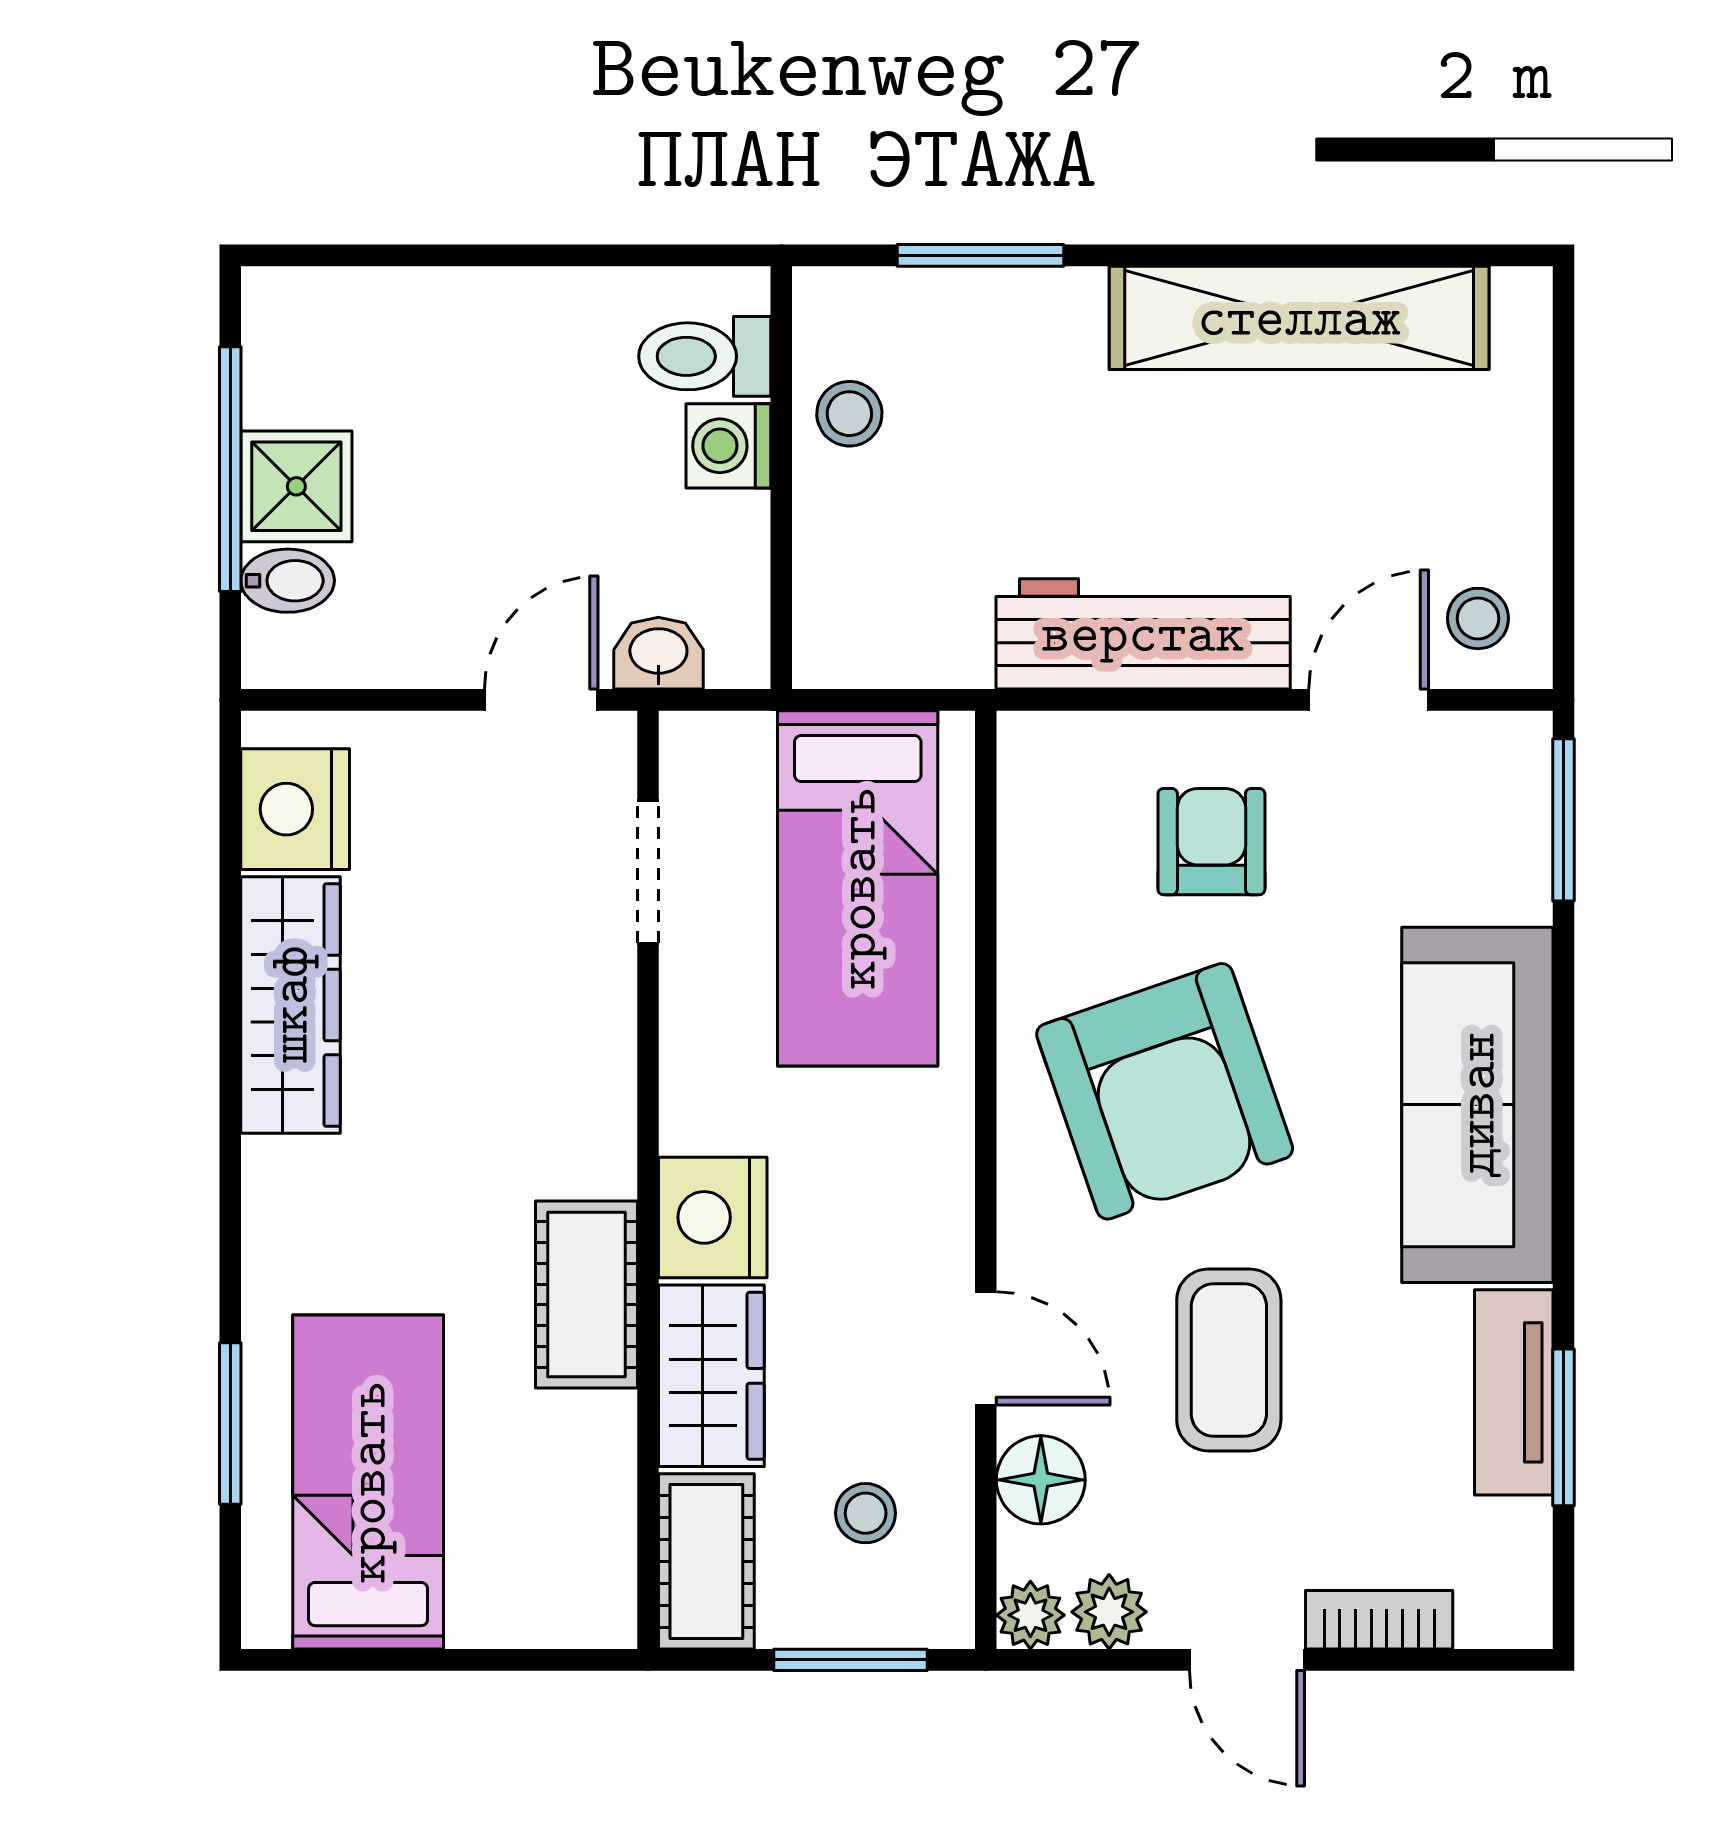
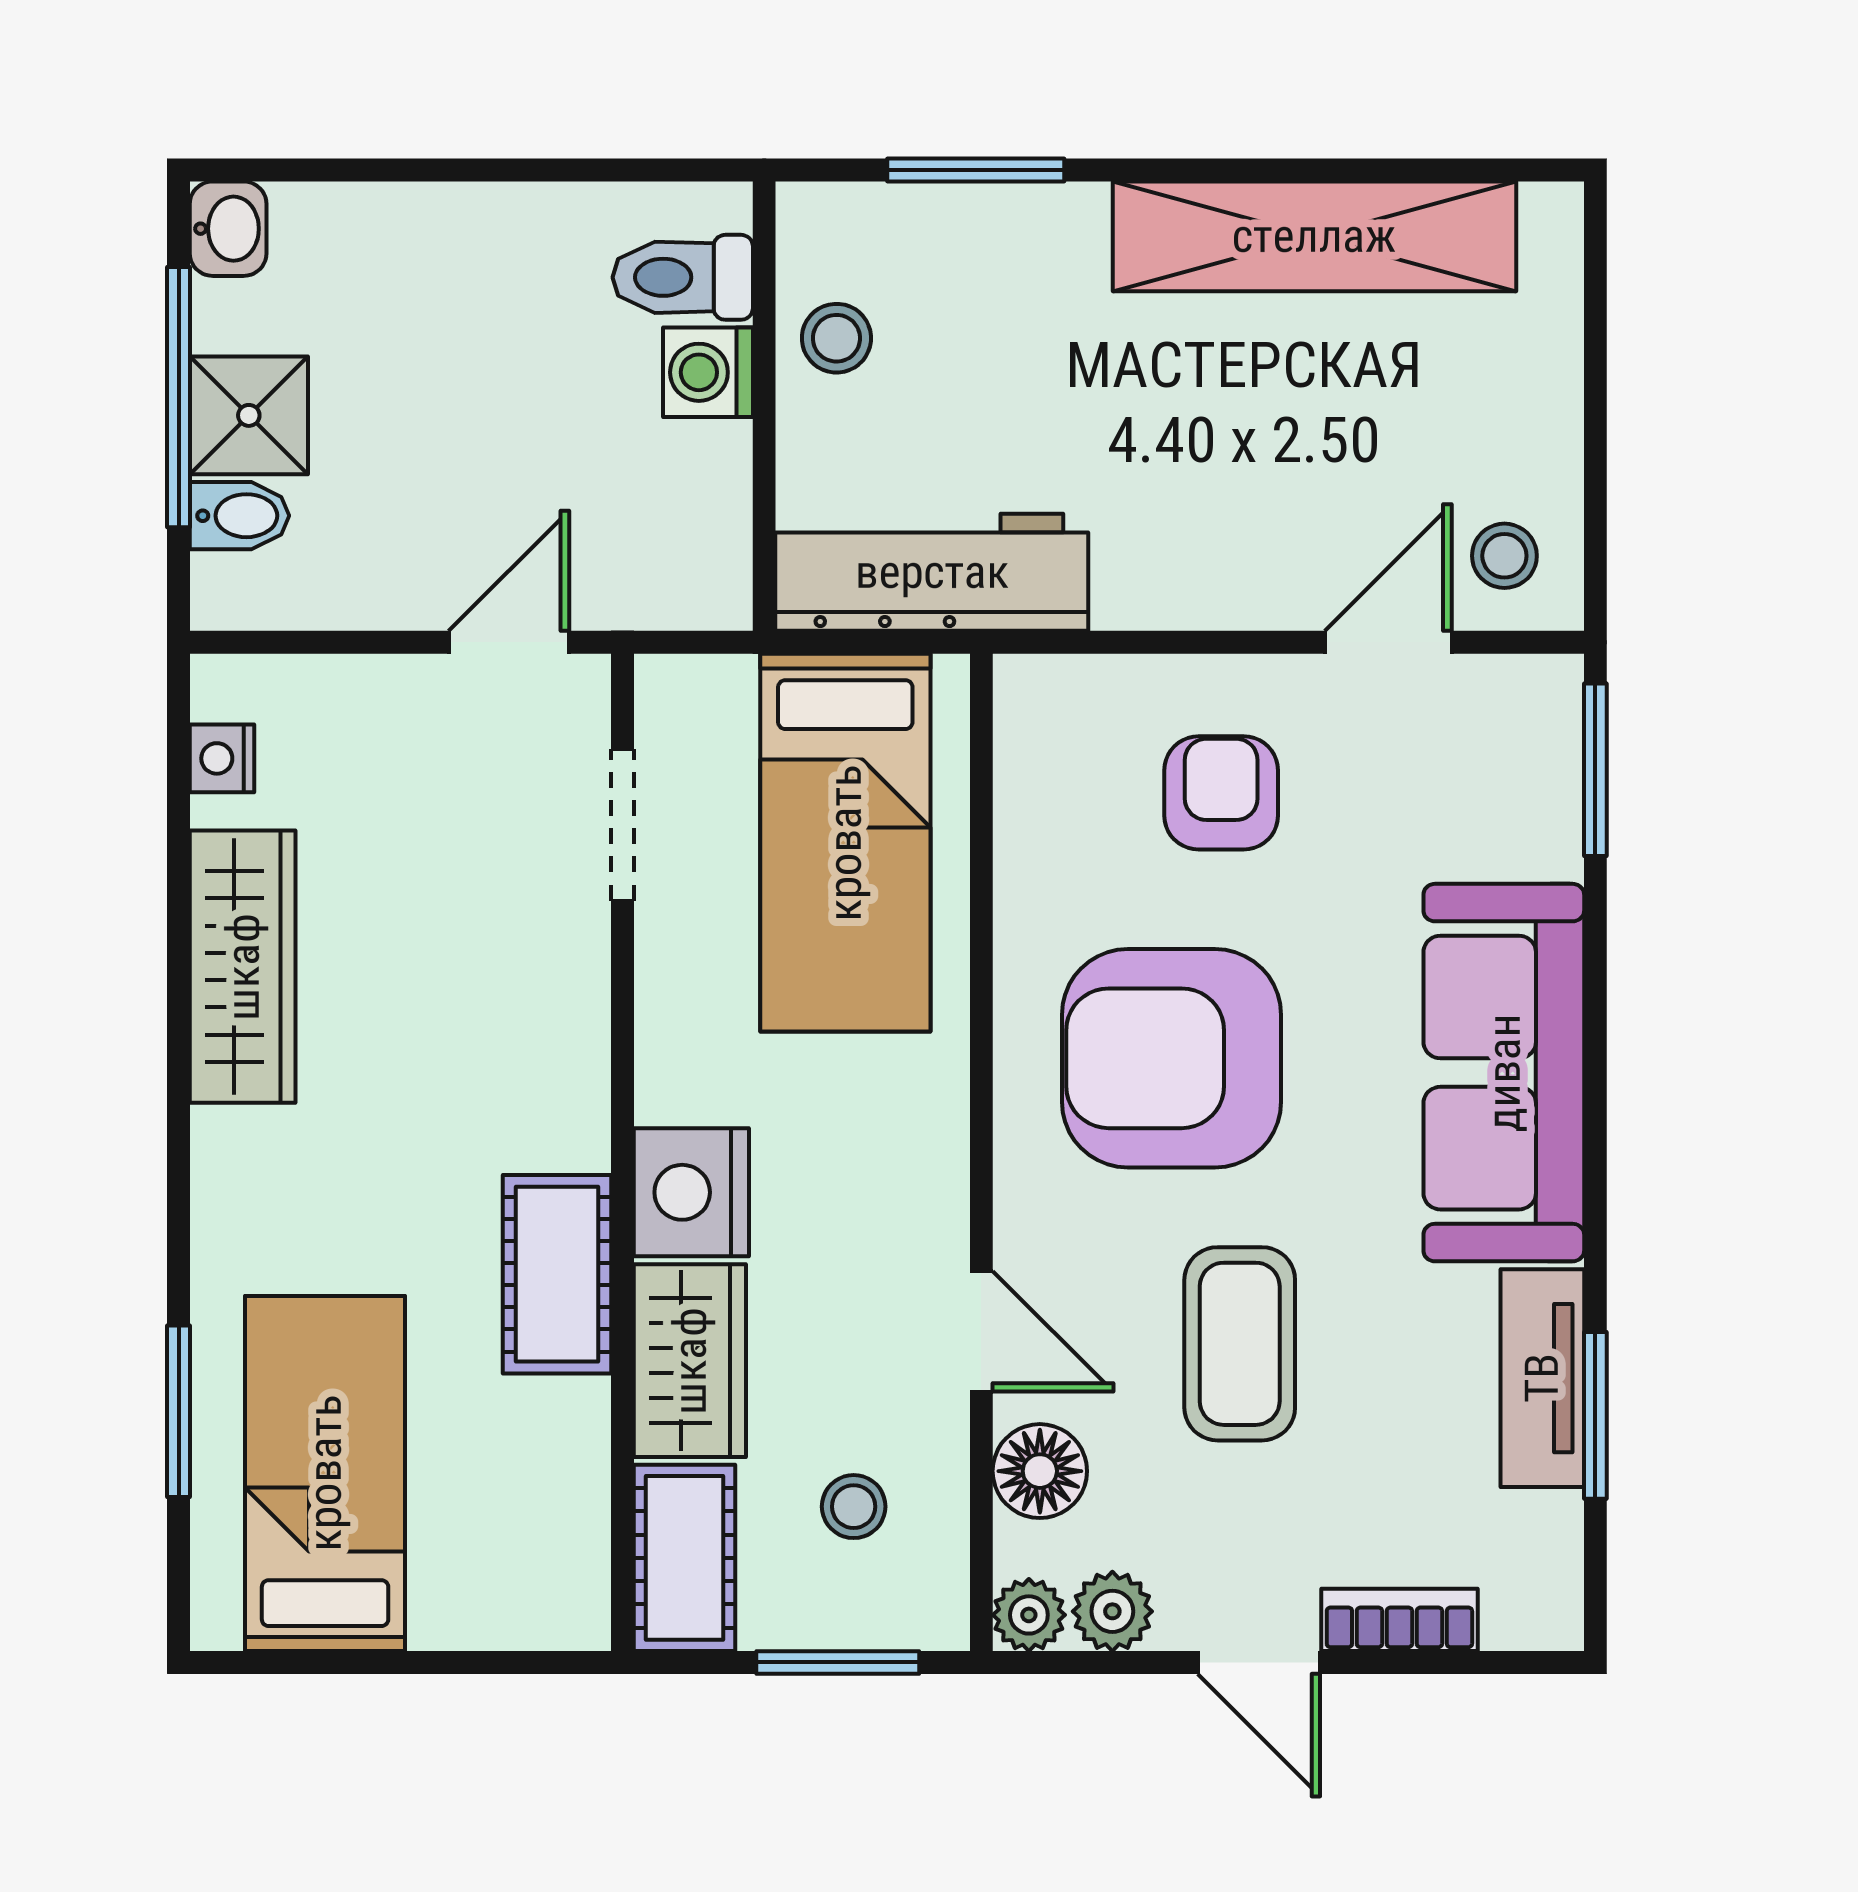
workbench: (1143, 634) -> (932, 572), moved
washbasin: (658, 653) -> (228, 229), moved, turned 90
nightstand: (295, 809) -> (222, 758), width x0.53, depth x0.56
armchair: (1165, 1091) -> (1171, 1058), turned 109

